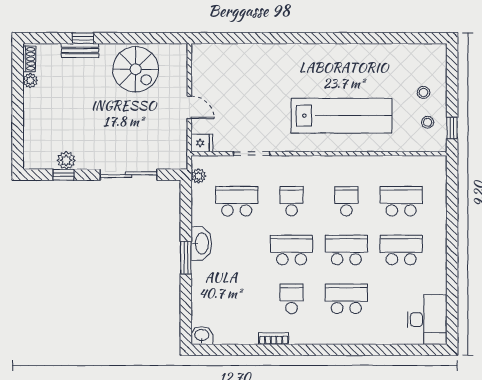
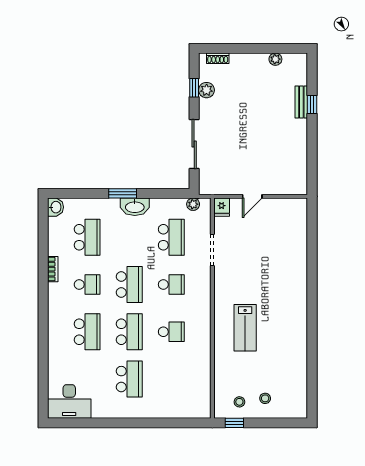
shoe rack: (29, 59) -> (218, 58), moved
spiral stairs: (136, 69) -> (285, 150), removed
lab bench: (342, 116) -> (245, 328), width x0.54, depth x0.72
school desk: (401, 201) -> (87, 237), moved

